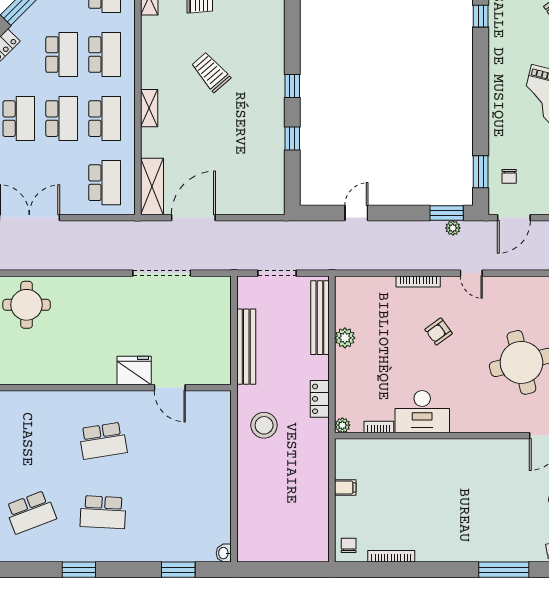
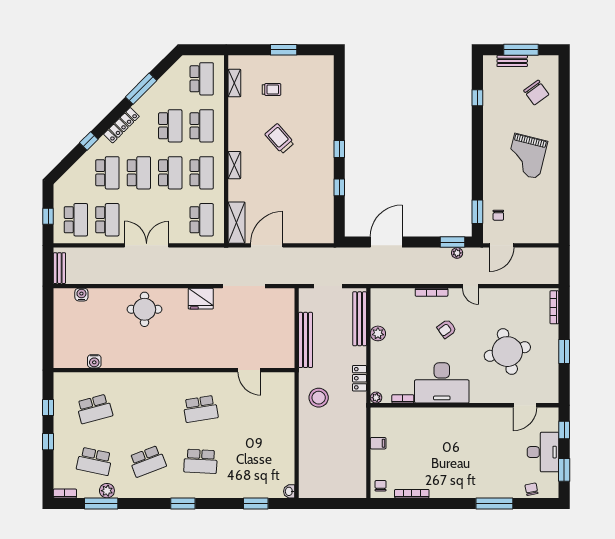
door: (356, 213) -> (386, 242), width x1.87
fridge: (134, 371) -> (201, 299), moved, turned 180
desk: (422, 412) -> (442, 383), width x1.36, depth x1.30

